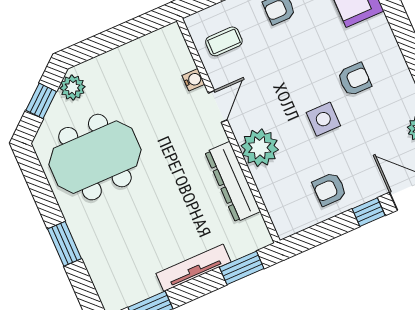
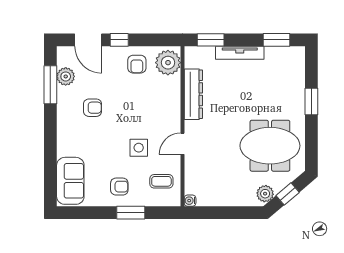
armchair: (354, 79) -> (93, 108), moved, turned 180
water cooler: (193, 80) -> (190, 201), moved
side table: (323, 119) -> (139, 148), moved
plant: (260, 148) -> (168, 63), moved
armchair: (329, 189) -> (137, 64), turned 90

